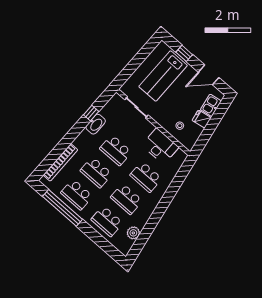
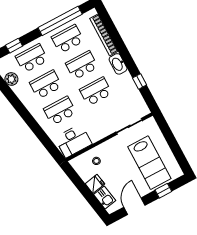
lab bench: (163, 76) -> (149, 163), turned 180
washbasin: (96, 124) -> (118, 64), moved
desk: (160, 146) -> (73, 141), moved
window: (101, 242) -> (14, 46), added

